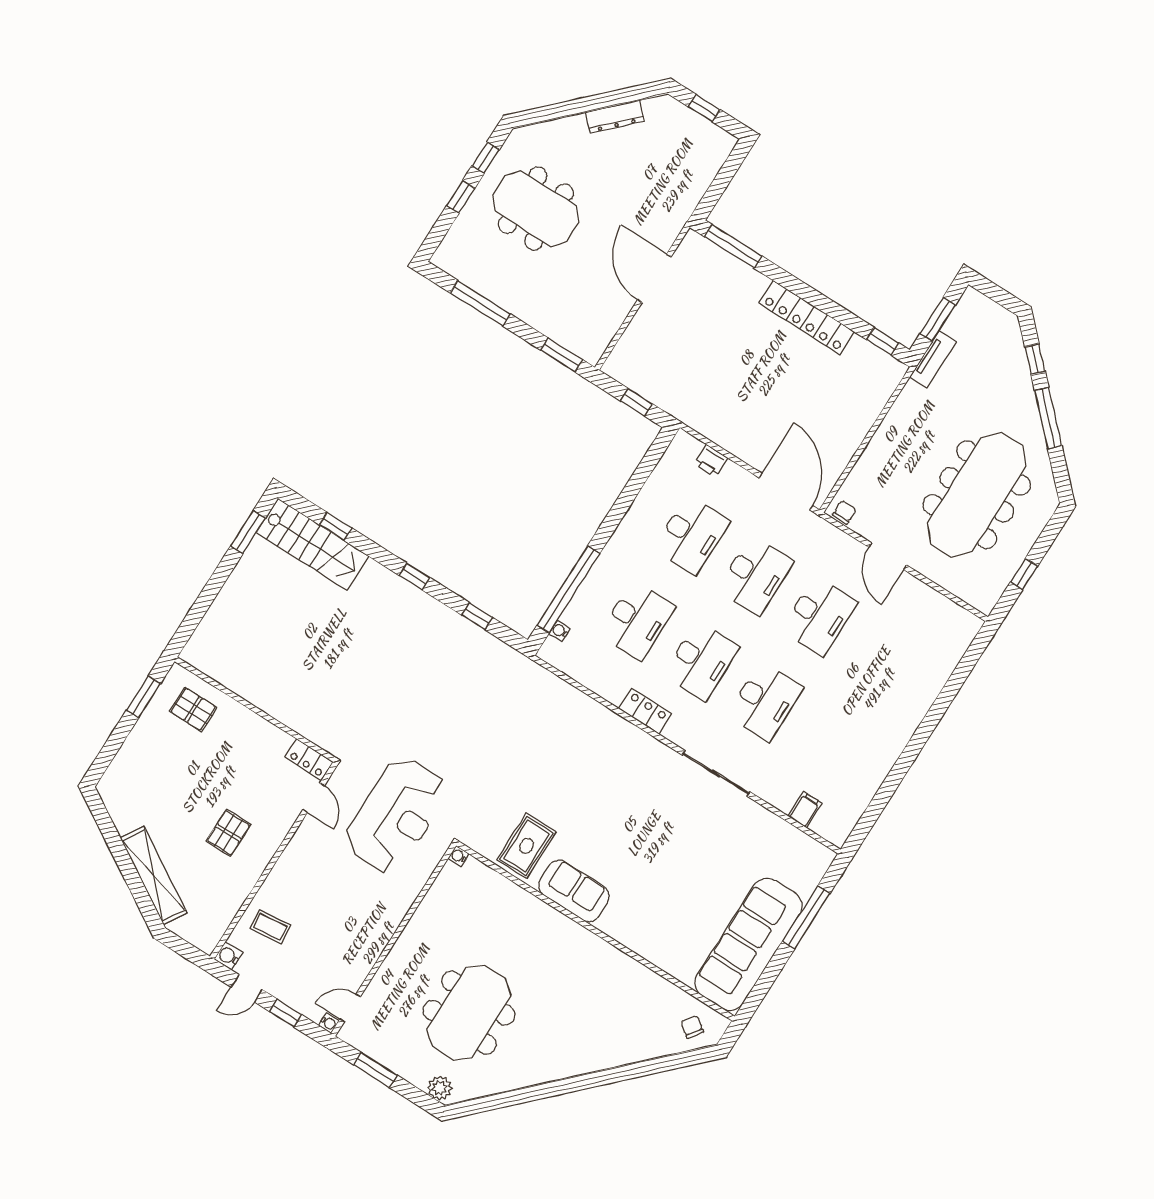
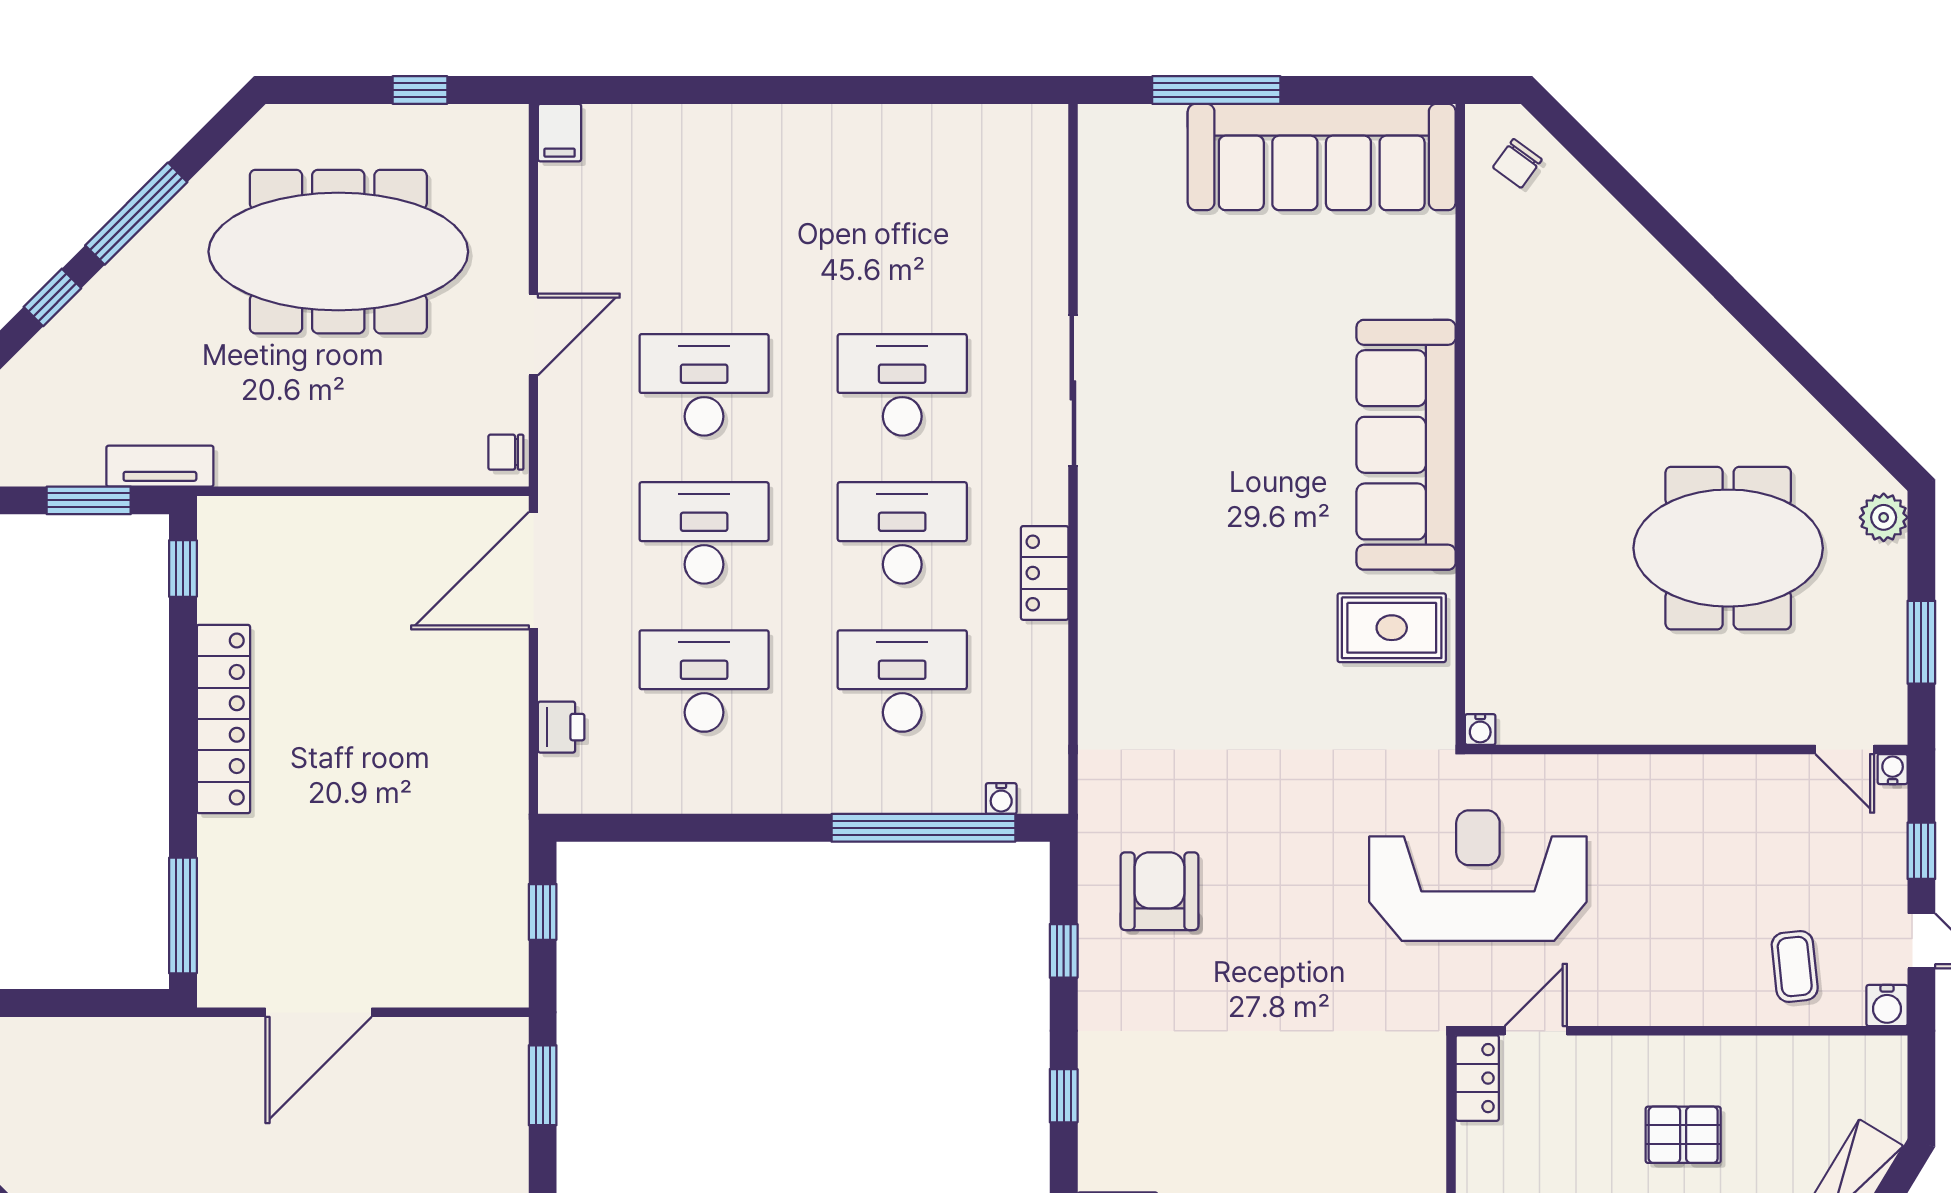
armchair: (477, 674) -> (1159, 891), added
filing cabinet: (805, 810) -> (560, 133), moved, turned -90
sofa: (574, 891) -> (1406, 445), width x1.85, depth x1.27

